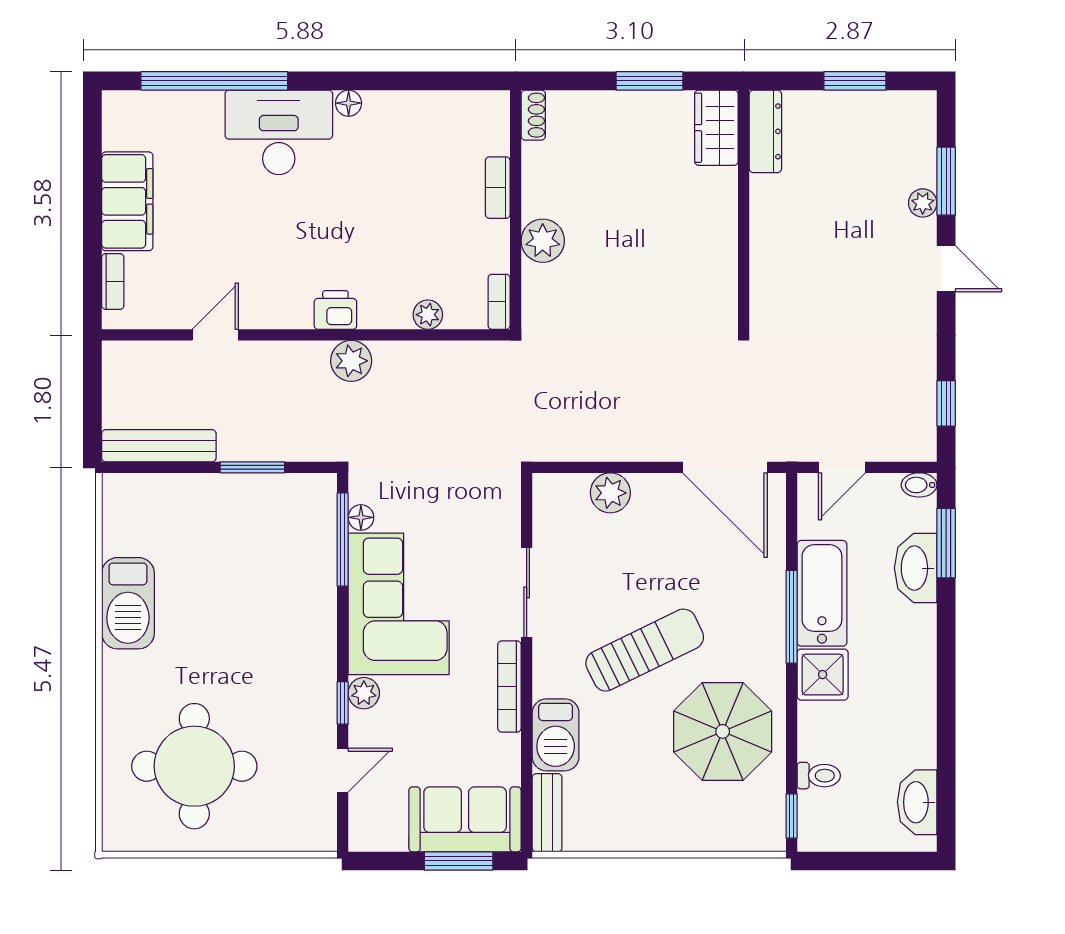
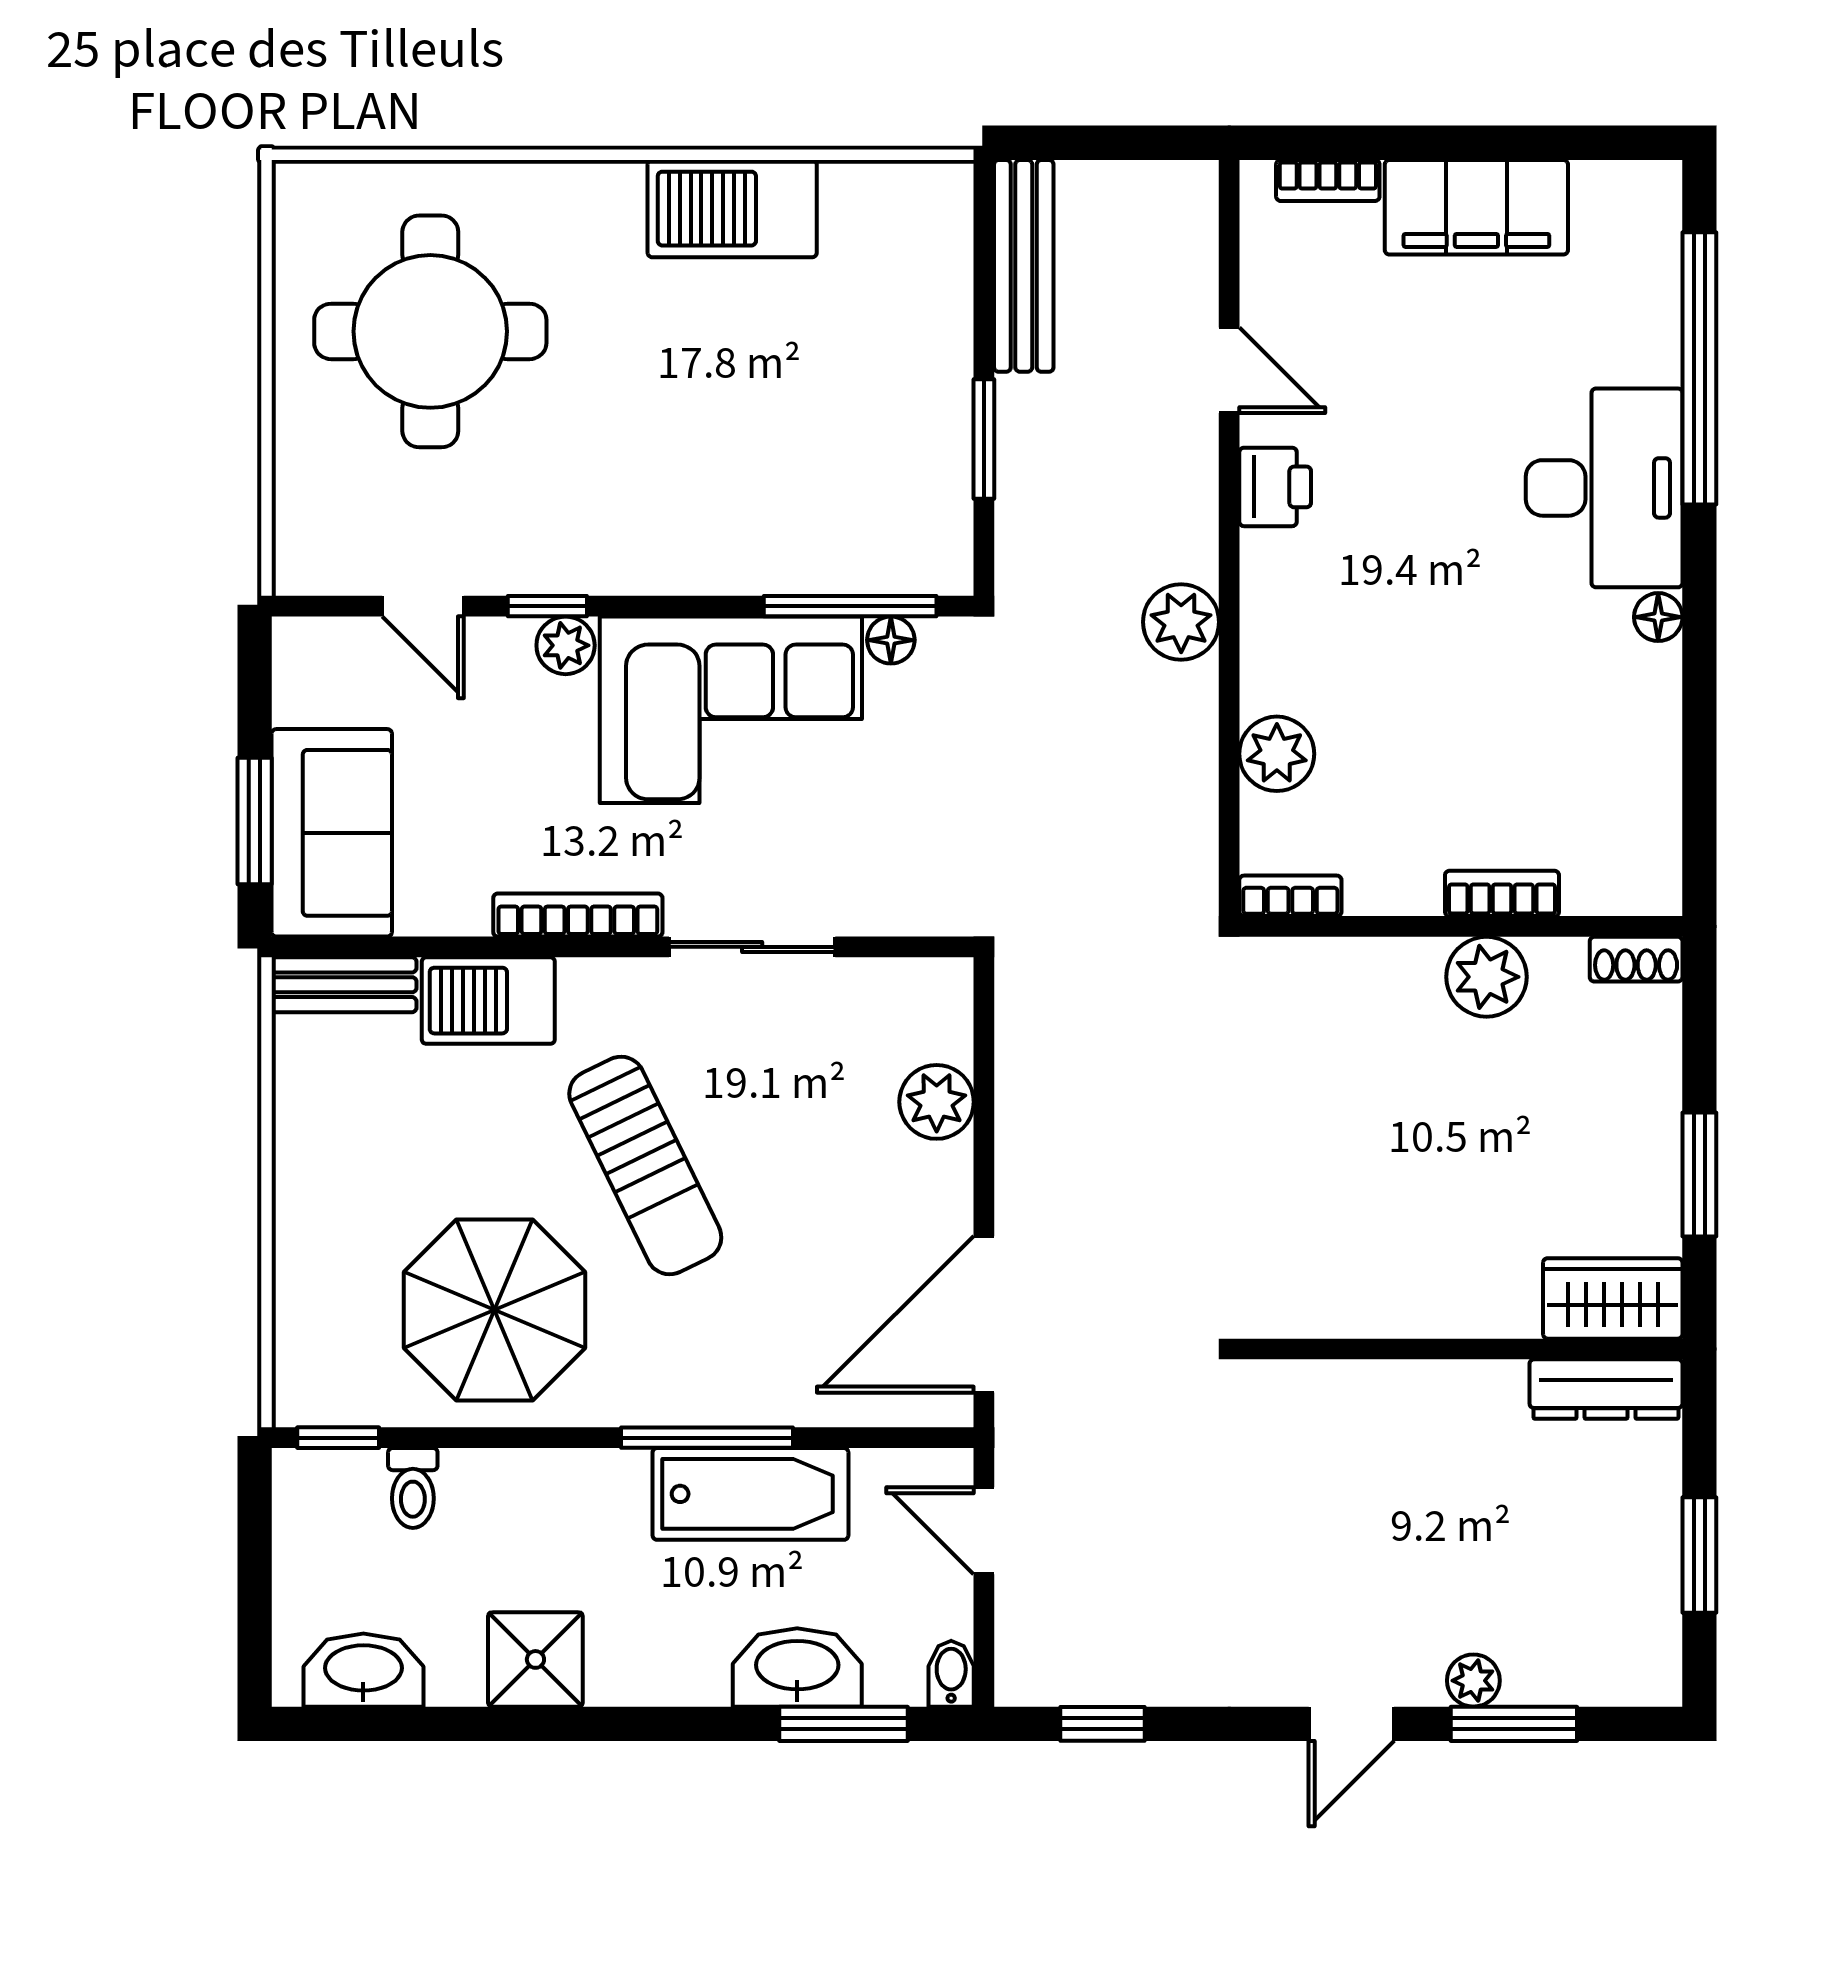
plant: (543, 241) -> (1486, 977), moved
printer: (335, 310) -> (1275, 487), moved
plant: (428, 315) -> (1277, 754), width x1.38, depth x1.38
shower: (823, 675) -> (535, 1659), moved

